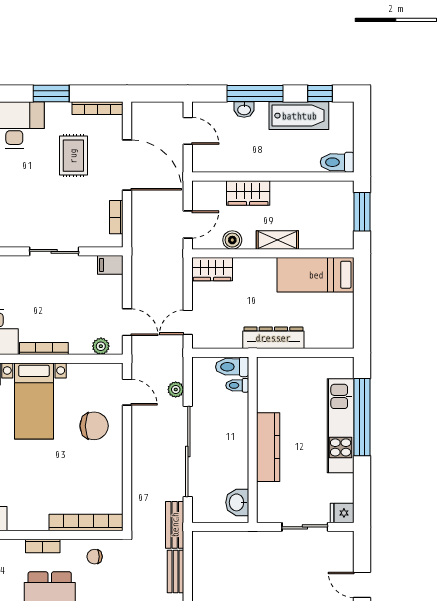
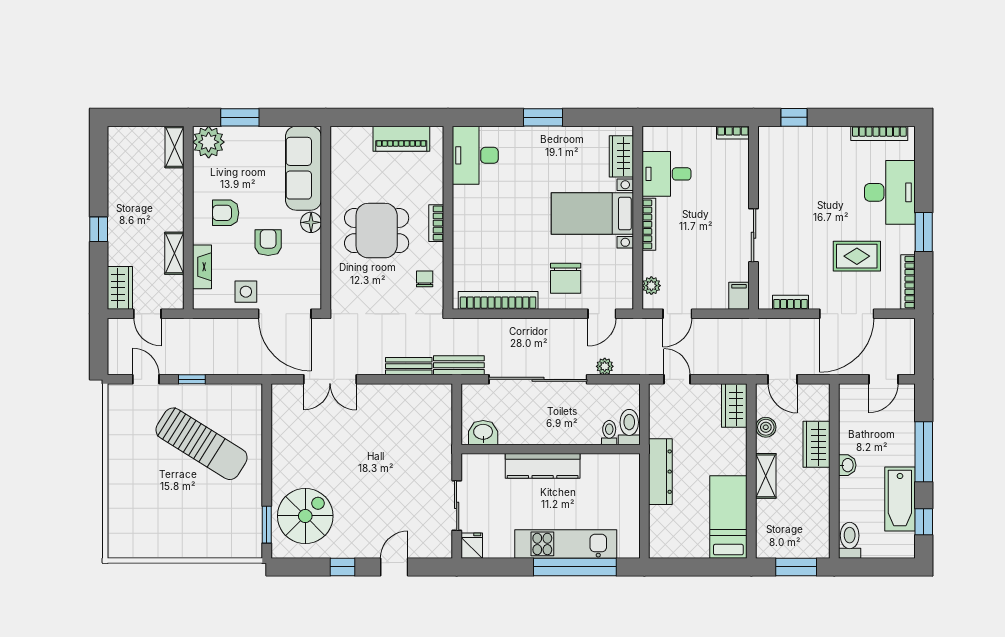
washbasin: (244, 109) -> (847, 465), moved, turned 180
bookcase: (86, 523) -> (498, 300), moved, turned -90

